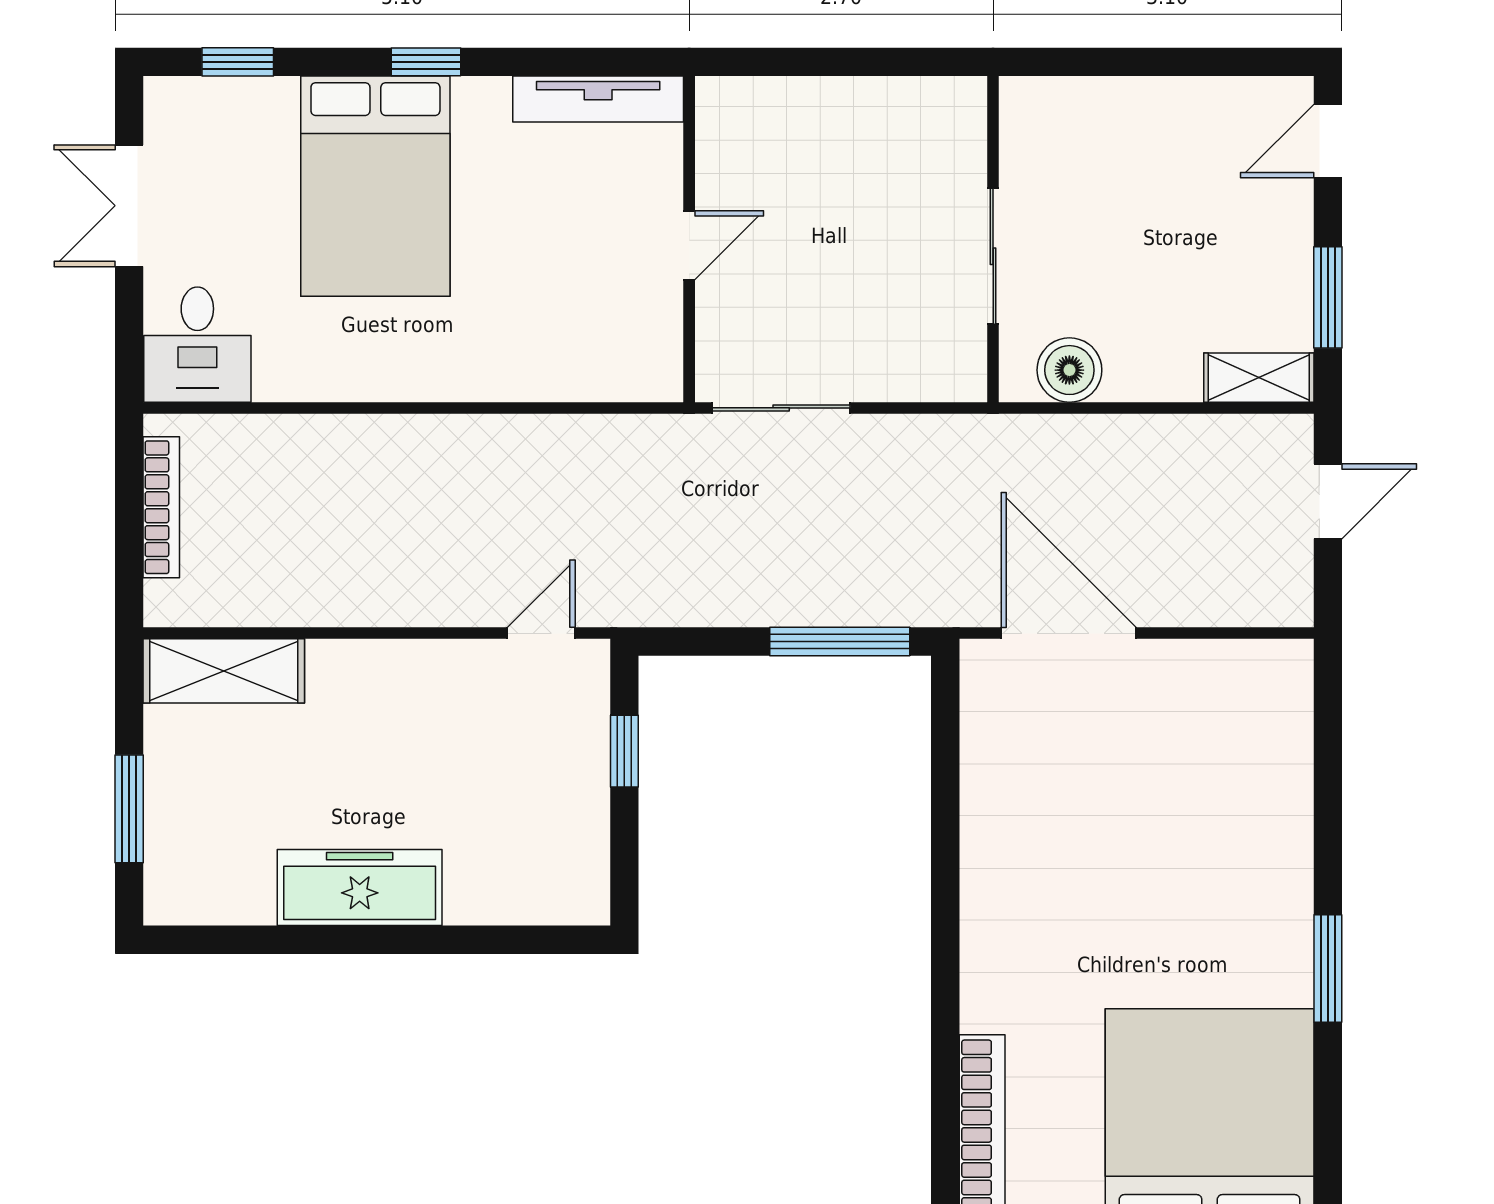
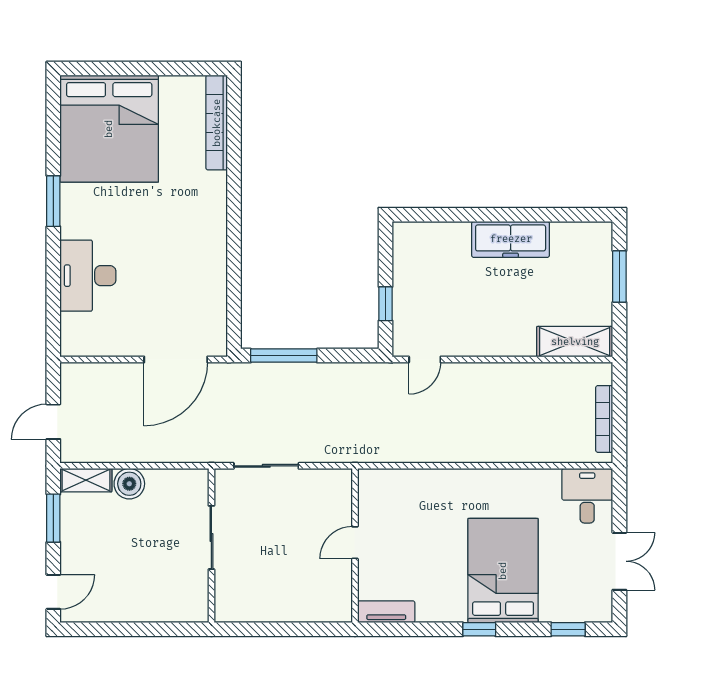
tv unit: (598, 99) -> (386, 612), width x0.71
boiler: (1069, 370) -> (129, 484), moved
sliding door: (781, 408) -> (266, 466), moved
door: (1069, 633) -> (176, 360), hinge flipped
desk: (1255, 811) -> (88, 276), added

